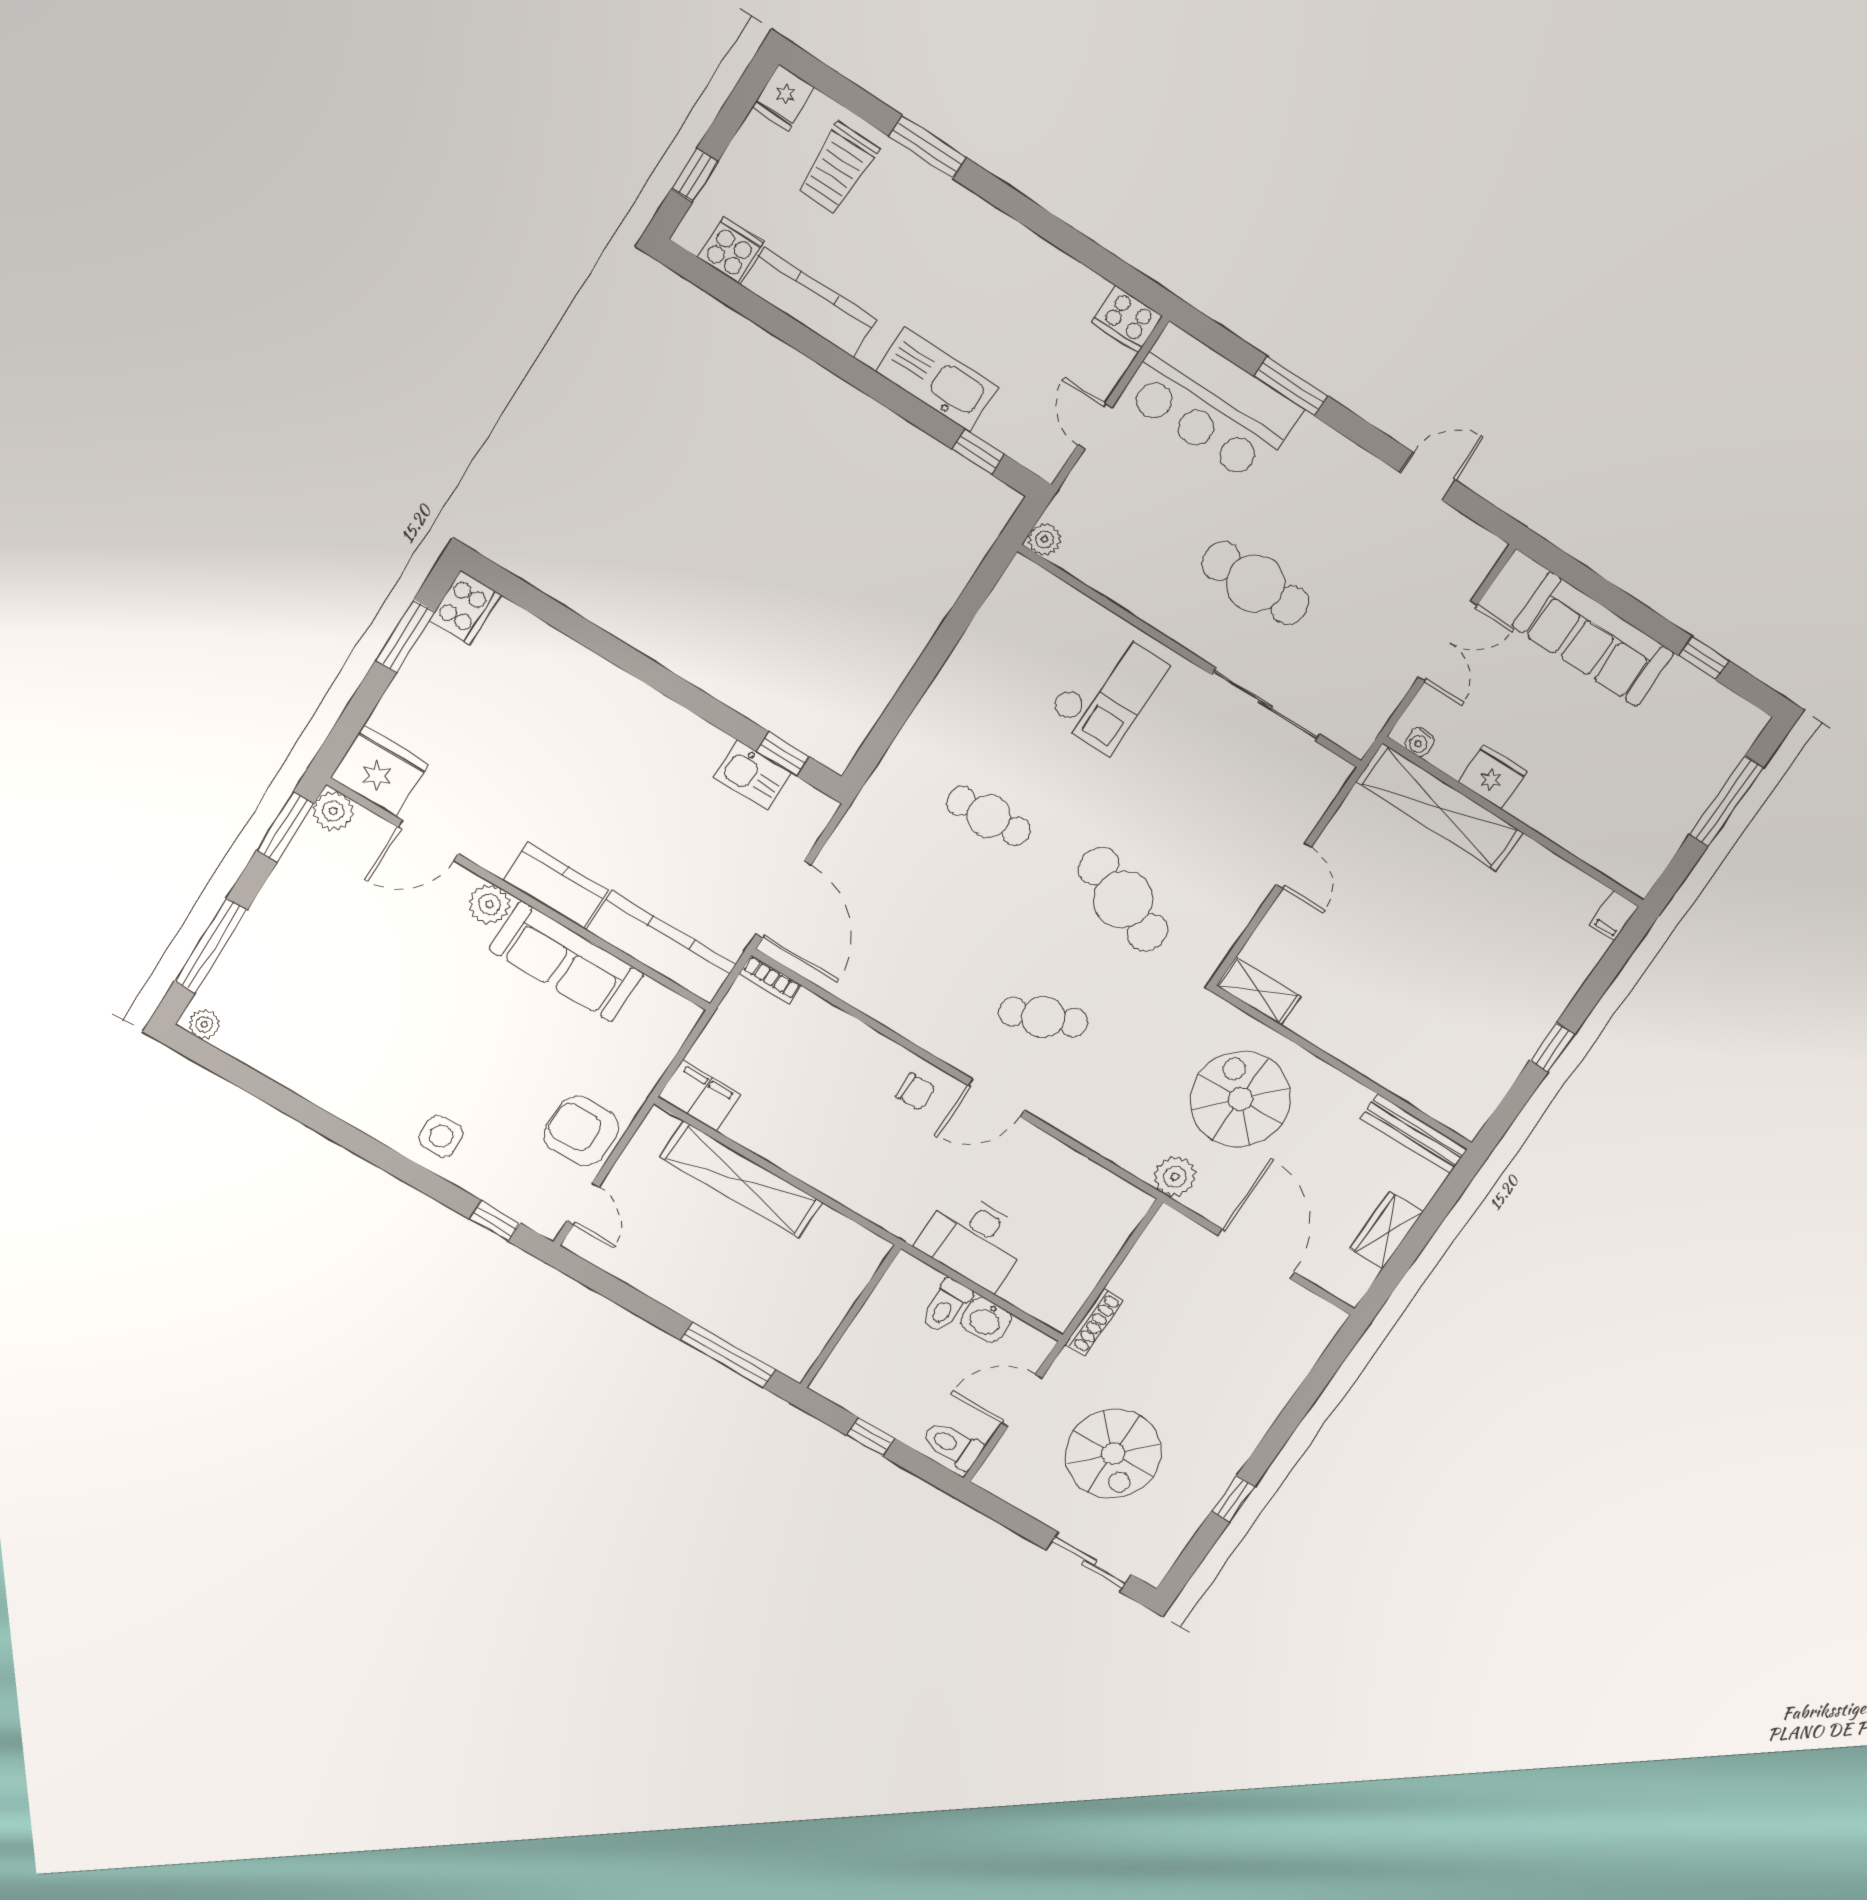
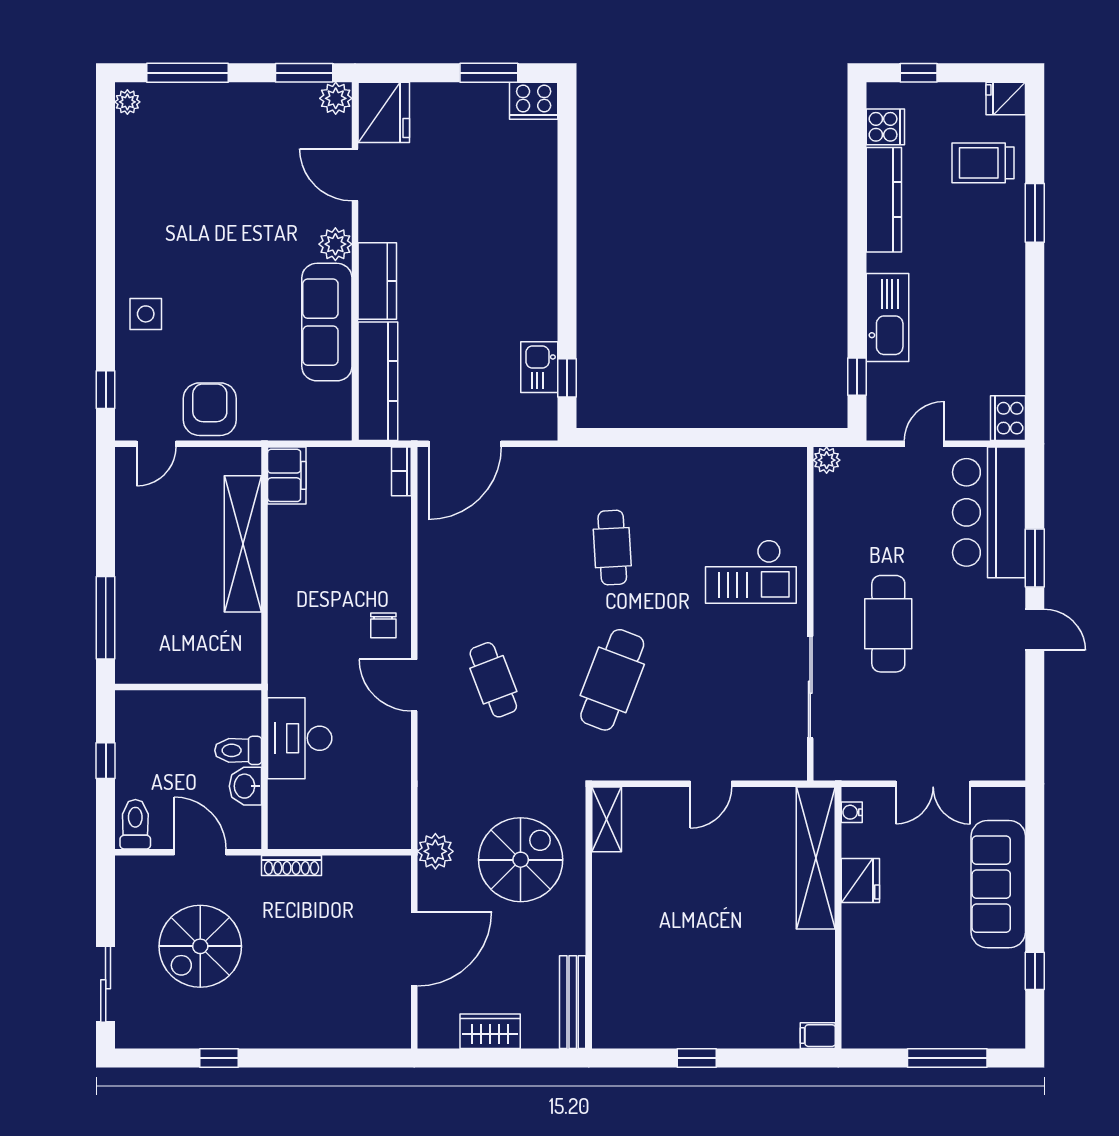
door: (1428, 476) -> (1035, 630), moved

